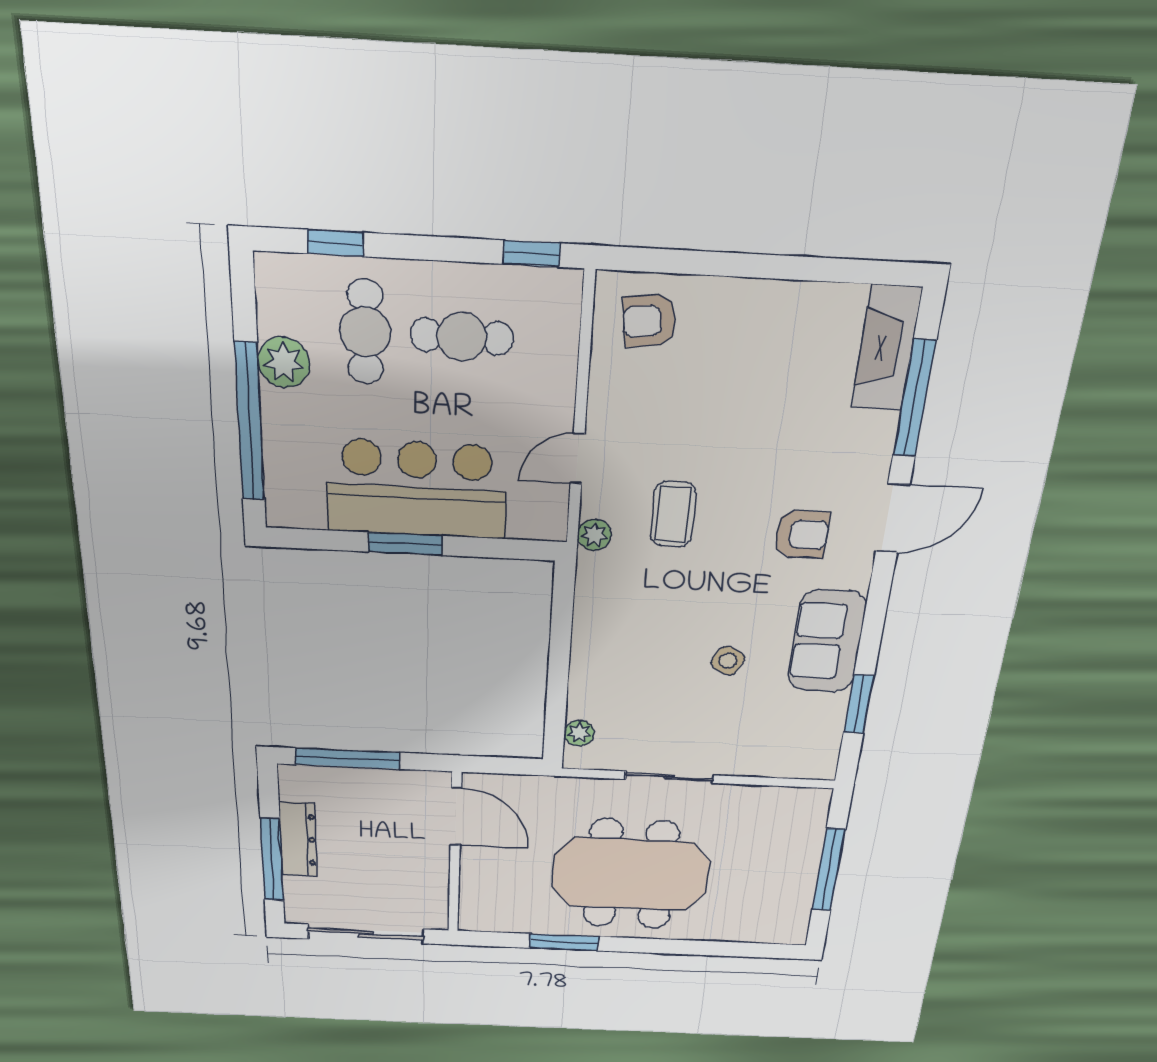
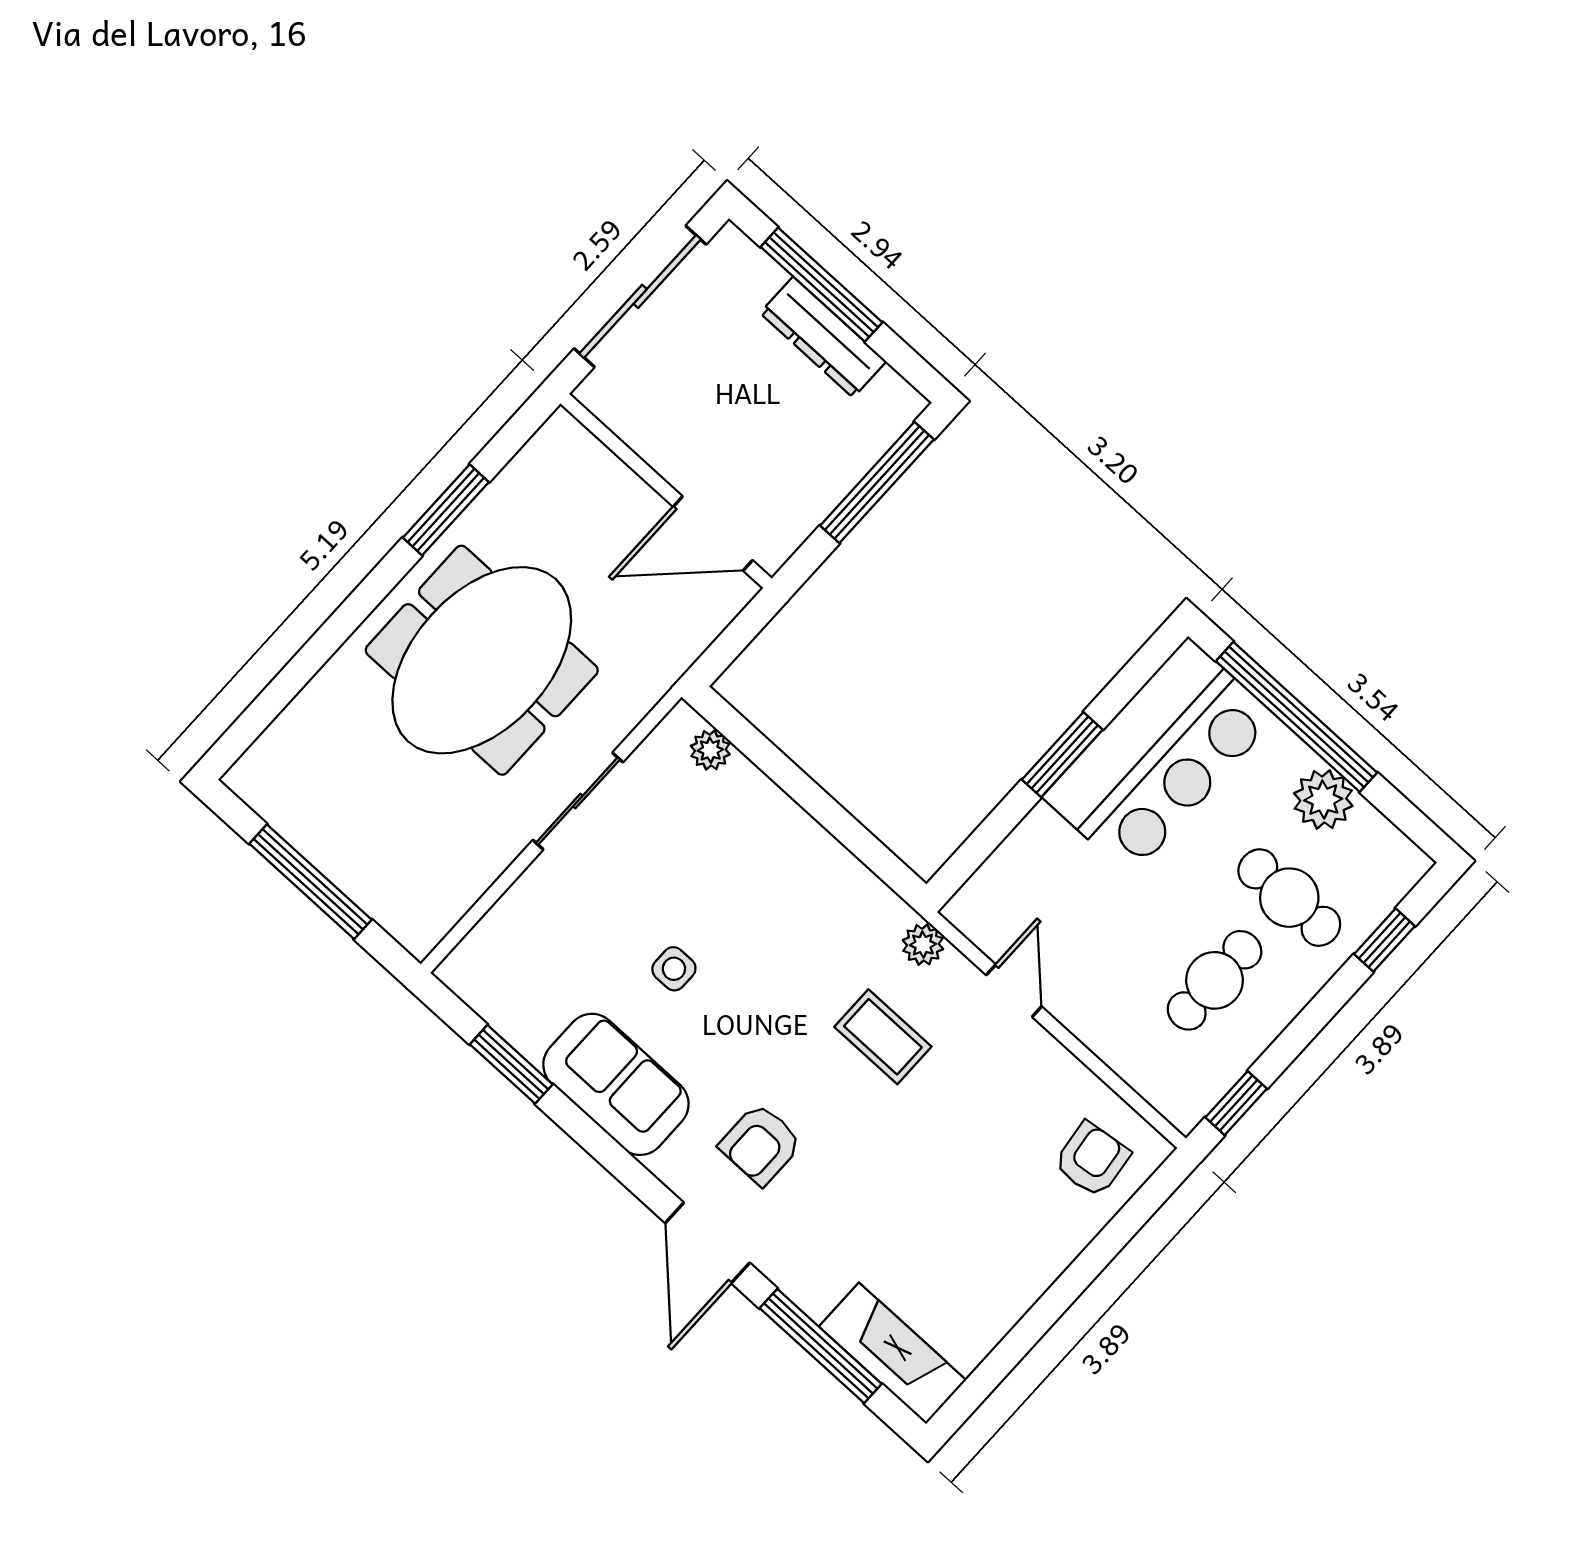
bar counter: (417, 489) -> (1159, 757), moved
side table: (728, 661) -> (674, 969), turned -30

